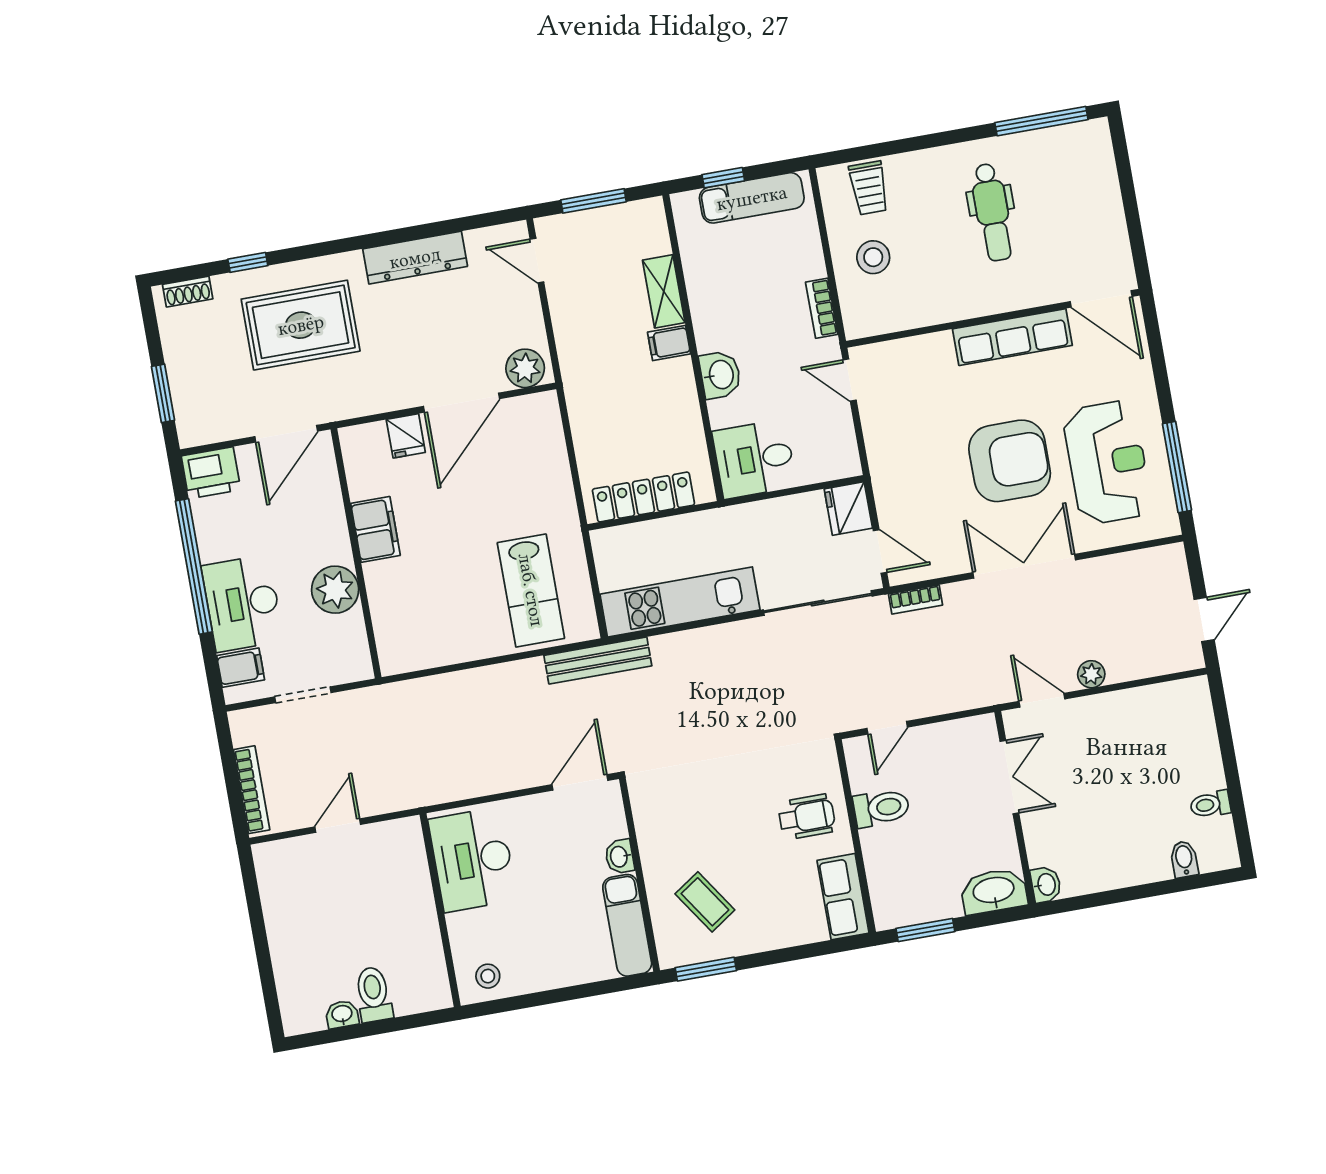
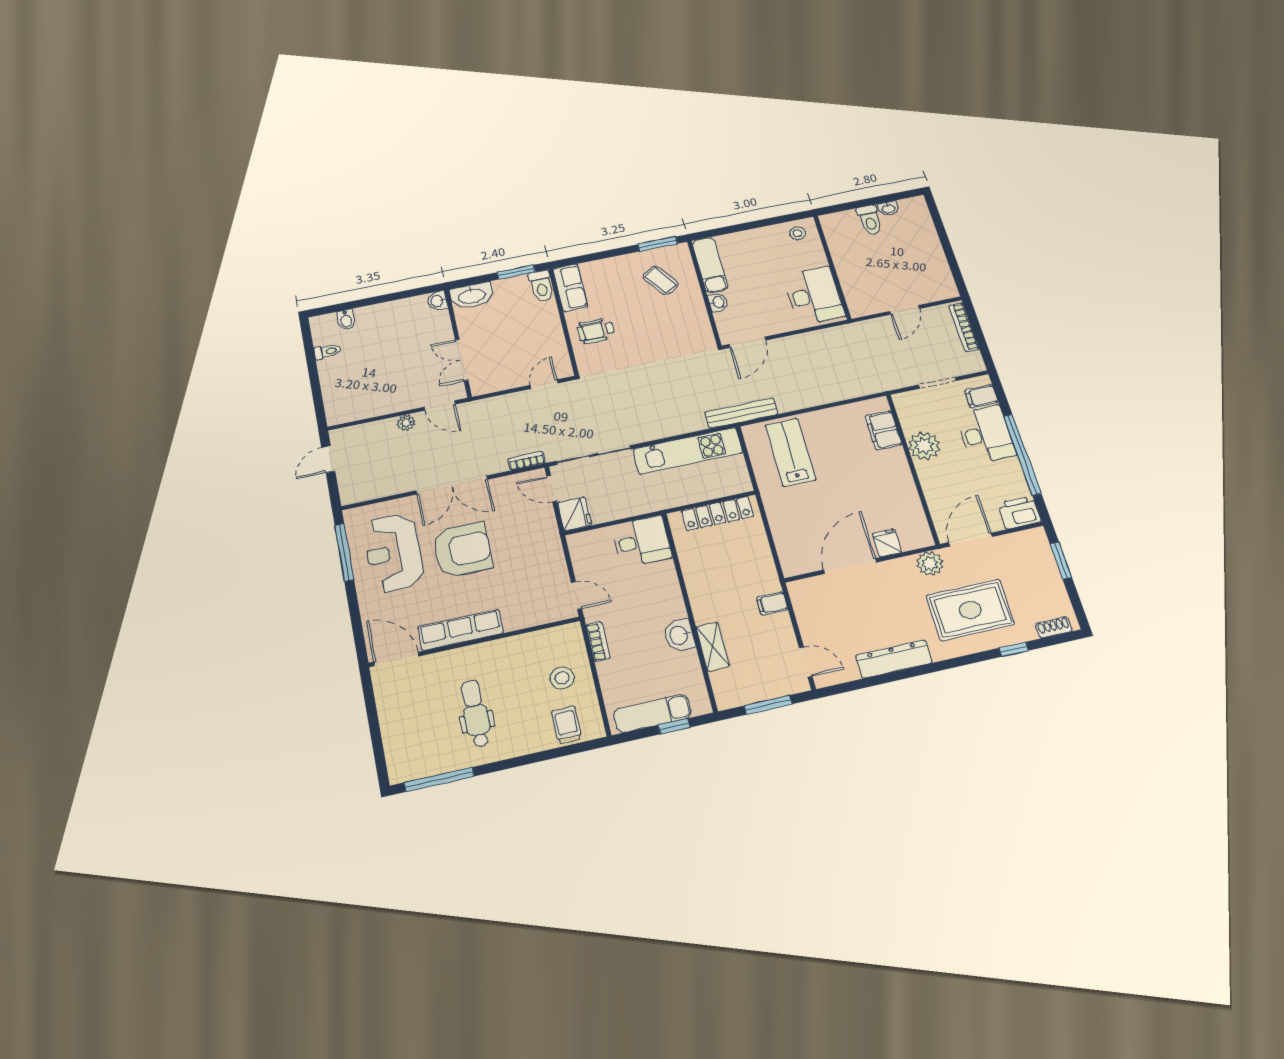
filing cabinet: (669, 343) -> (772, 603), moved, turned 180
plant: (525, 368) -> (930, 564), moved
washbasin: (720, 375) -> (679, 635), moved
armchair: (1010, 461) -> (462, 550), turned 180
filing cabinet: (375, 529) -> (884, 430), moved
toilet: (881, 808) -> (541, 286), moved, turned -90

